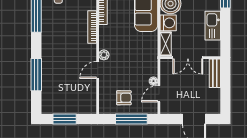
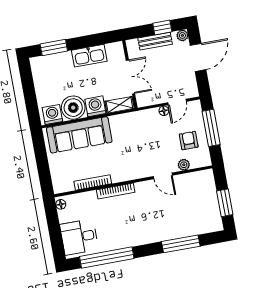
plant: (104, 55) -> (184, 165), moved
bench: (215, 73) -> (155, 41), moved
window: (225, 93) -> (162, 27), added
door: (159, 94) -> (177, 102), hinge flipped
plant: (215, 109) -> (182, 35), added

